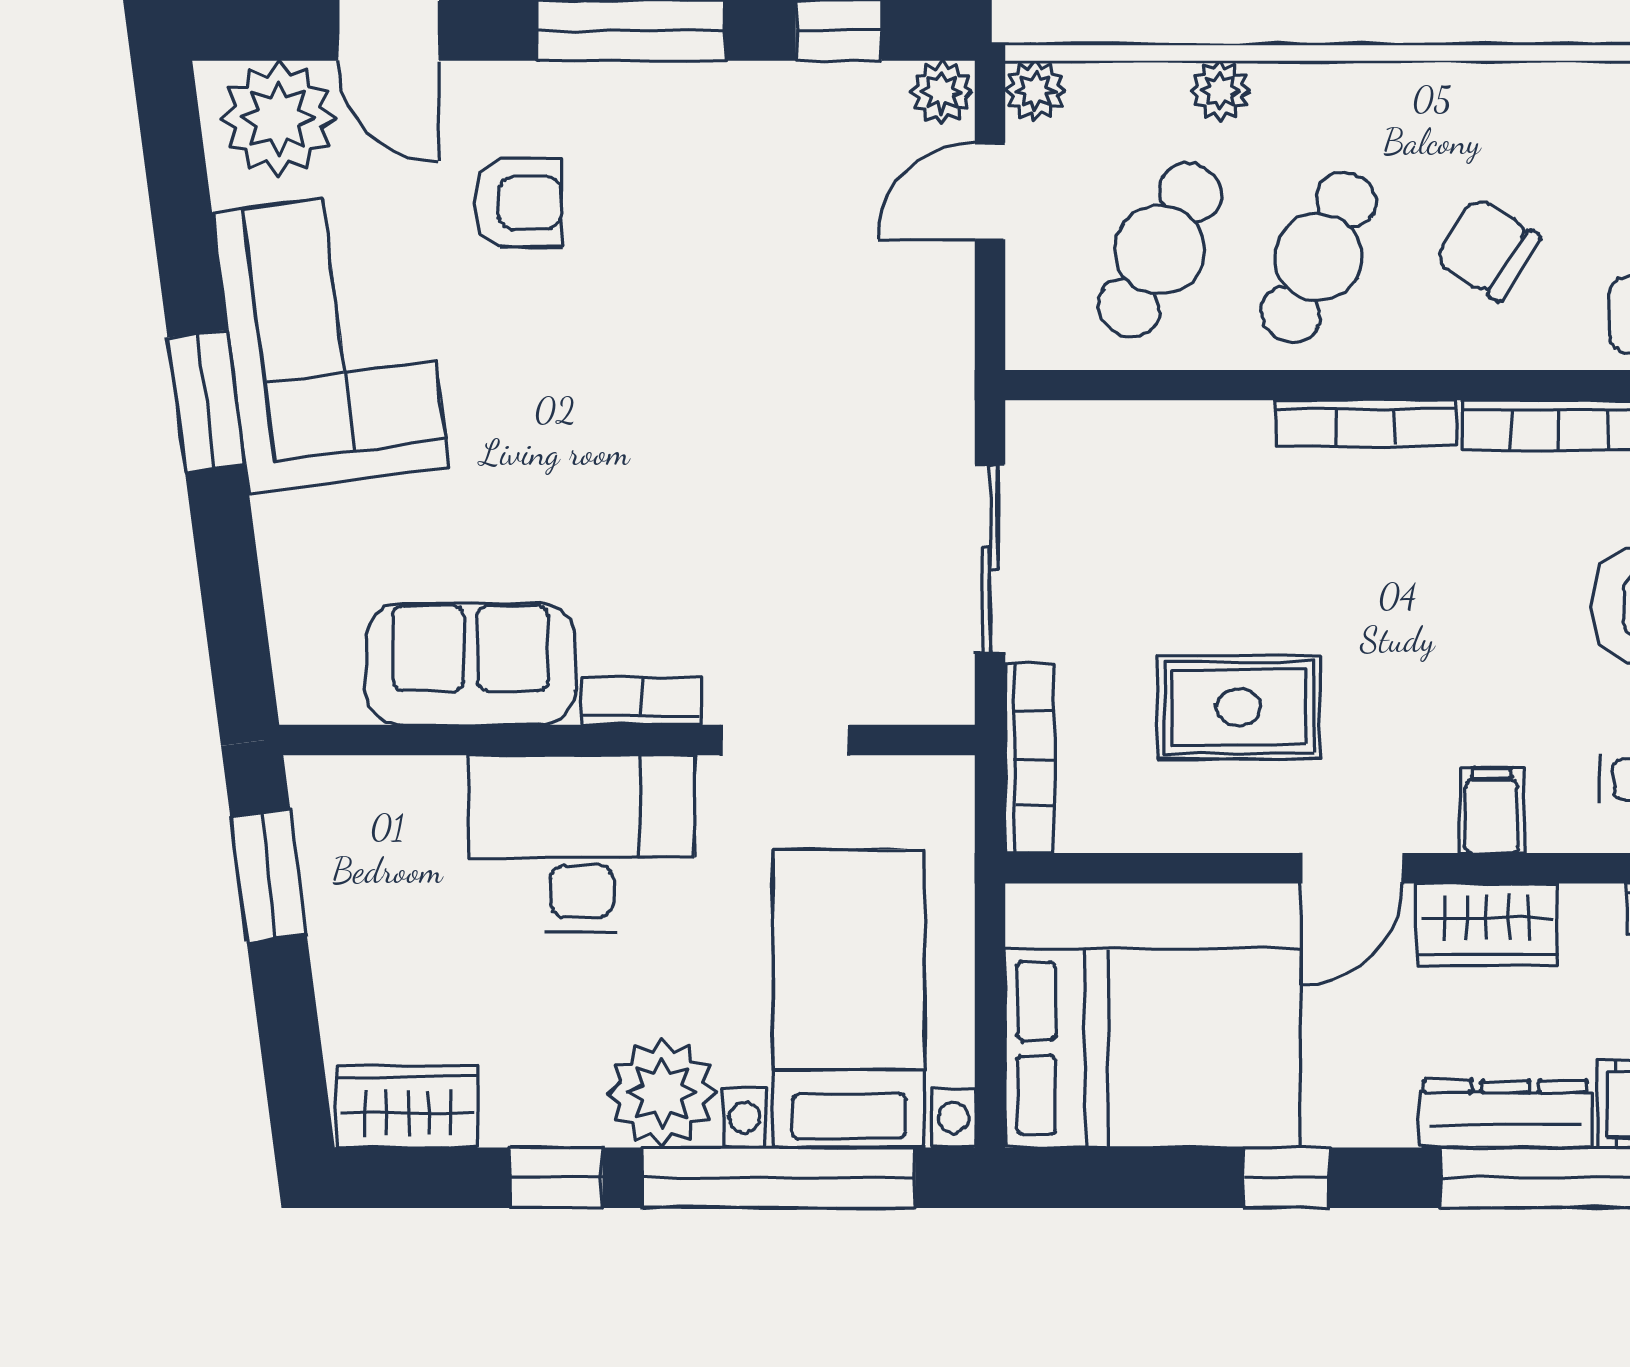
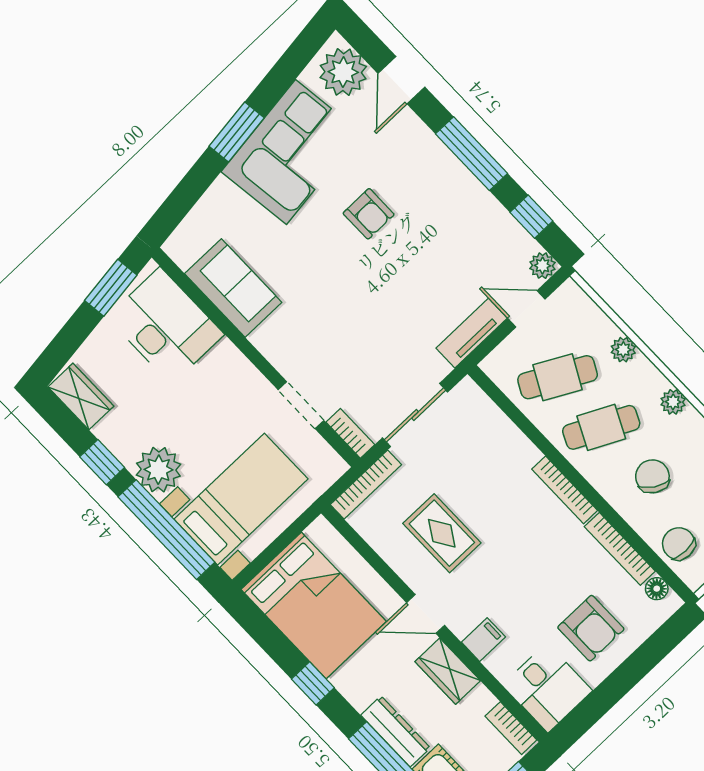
plant: (1035, 91) -> (673, 402), moved
armchair: (518, 203) -> (369, 214), moved
tv unit: (942, 326) -> (472, 333), added
bookcase: (641, 701) -> (350, 433), moved
desk: (582, 843) -> (166, 326), moved

